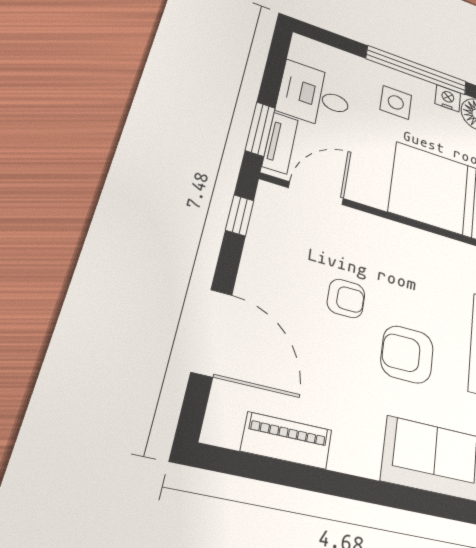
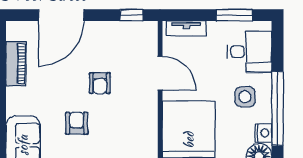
desk: (315, 96) -> (250, 52), moved, turned 90
window: (260, 129) -> (234, 15), moved
door: (316, 193) -> (160, 73), moved
armchair: (407, 354) -> (77, 123), width x0.72, depth x0.72

